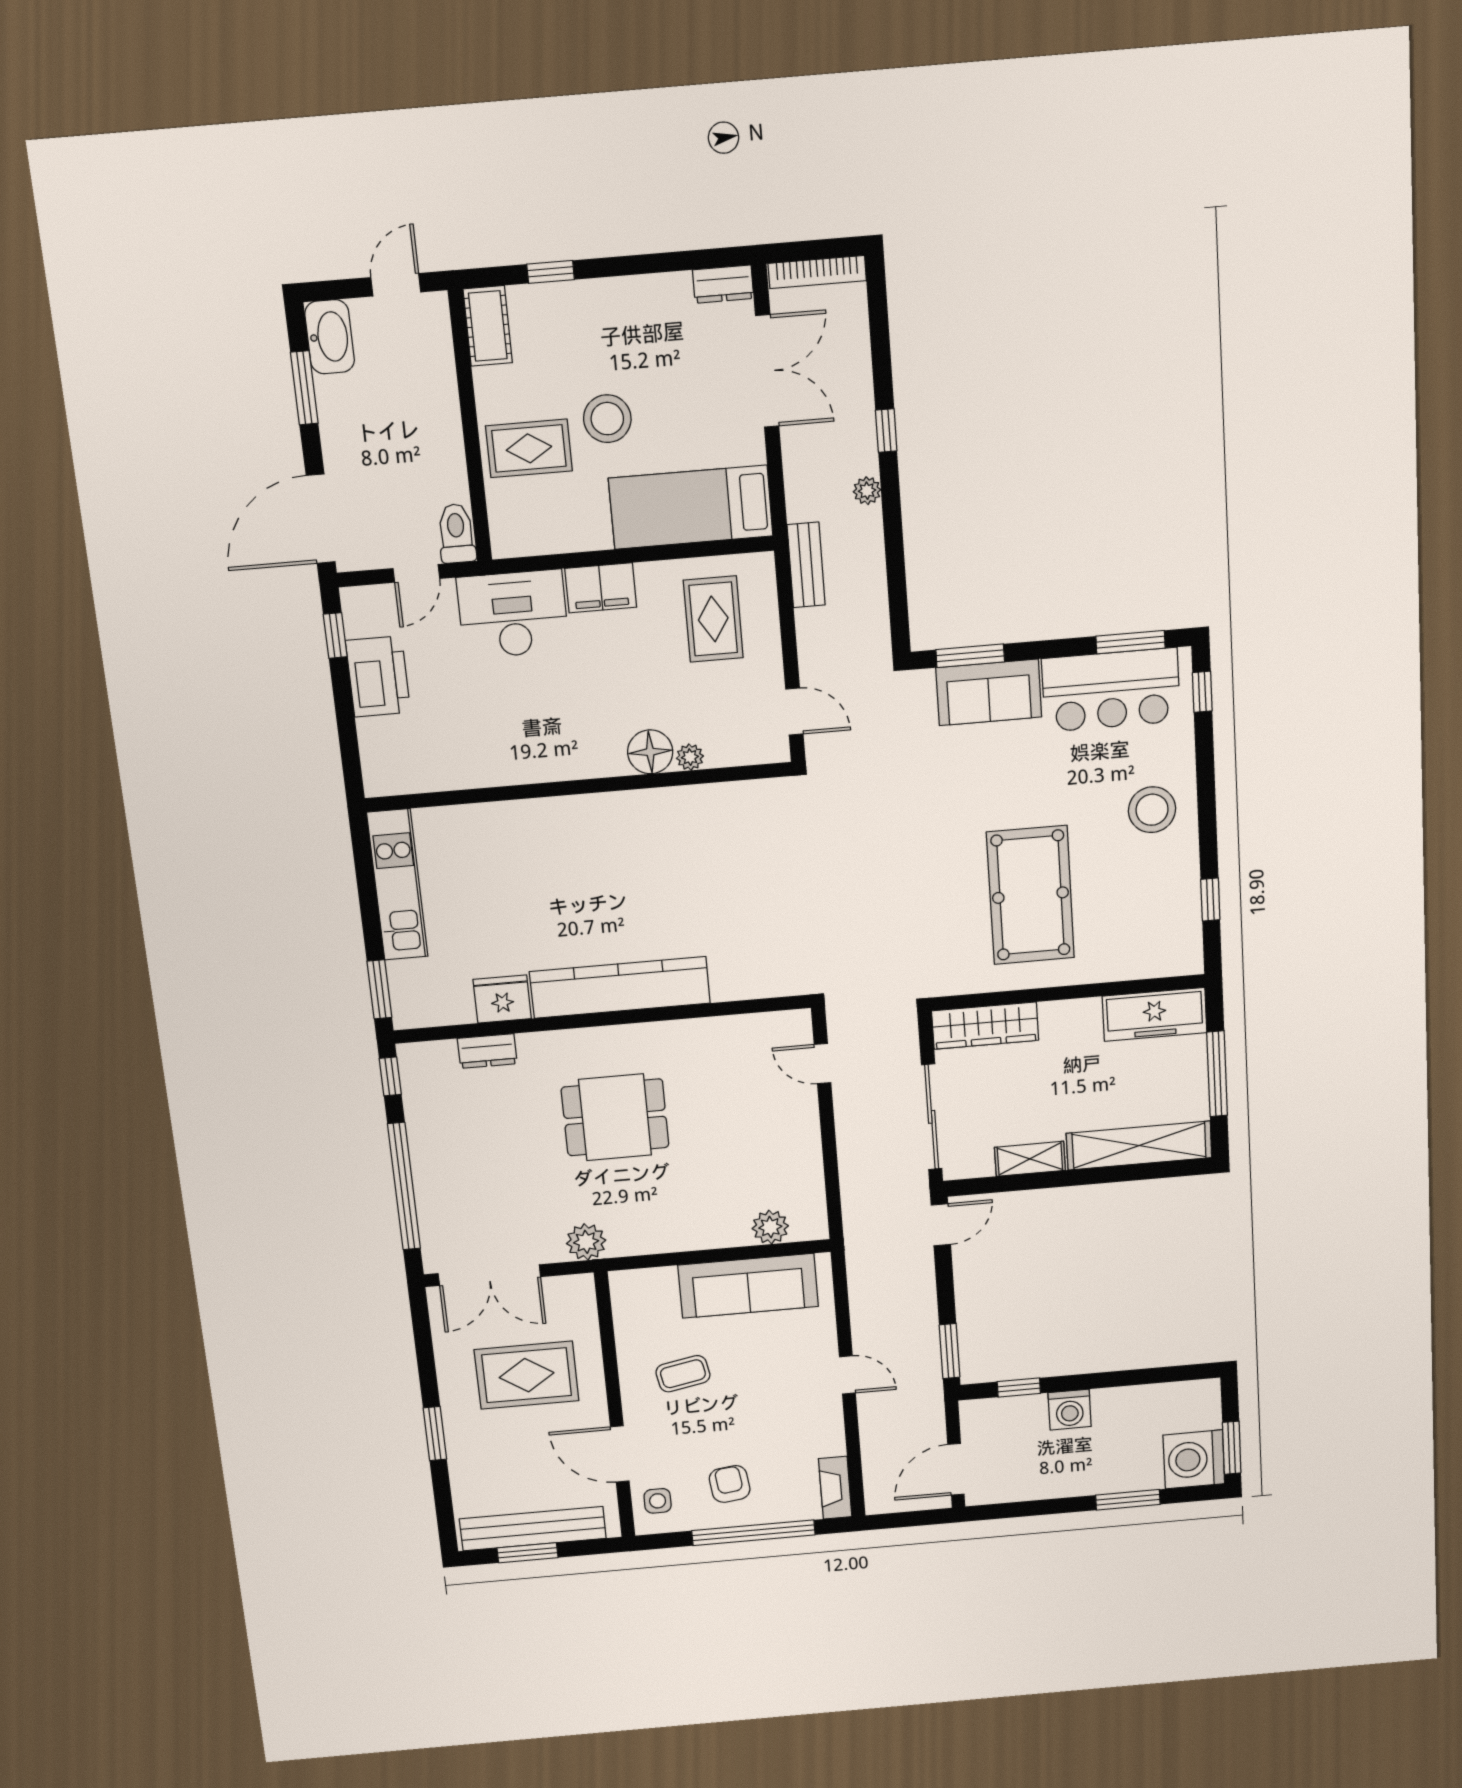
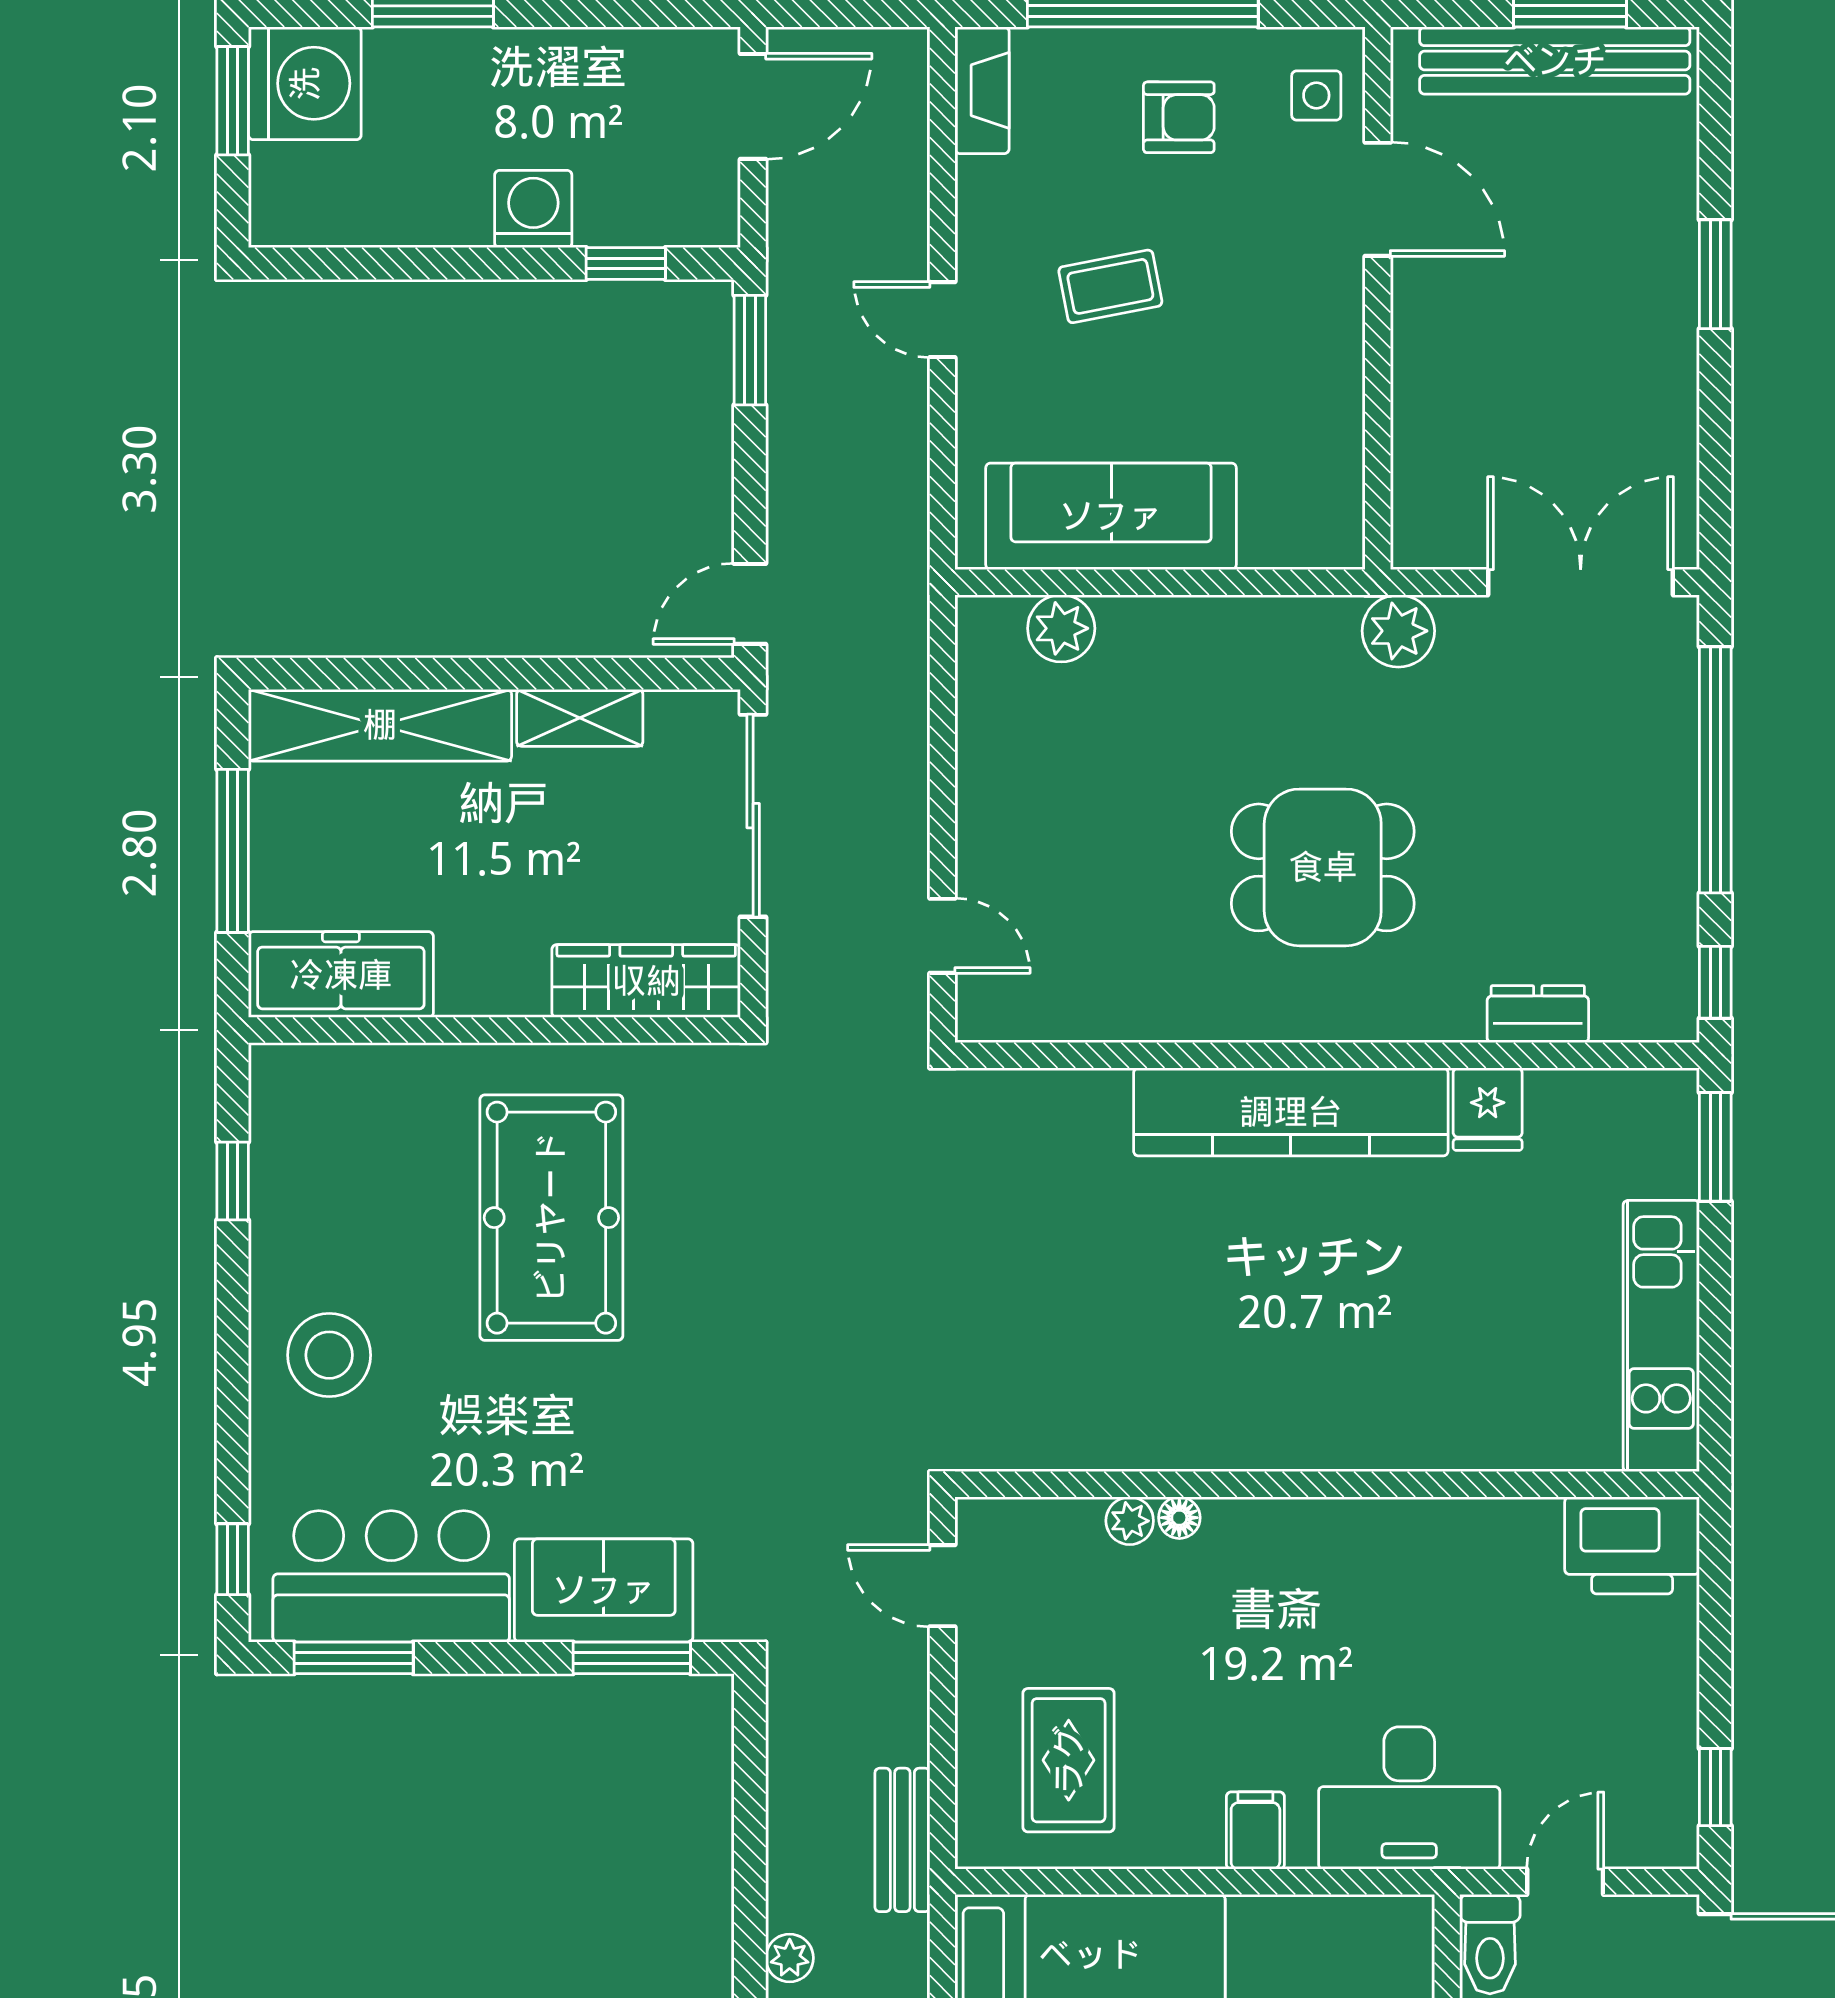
filing cabinet: (601, 588) -> (1255, 1831), width x0.50
printer: (378, 676) -> (1632, 1545), moved, turned -90
floor lamp: (650, 752) -> (1179, 1518), width x0.53, depth x0.53
fridge: (502, 999) -> (1488, 1109), width x0.72
coffee table: (683, 1374) -> (1110, 286), moved
rug: (527, 1375) -> (1534, 376), removed
armchair: (730, 1484) -> (1179, 117), turned -83

